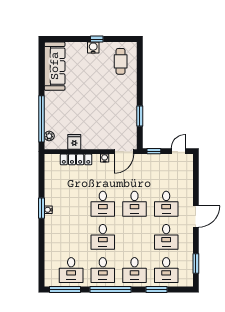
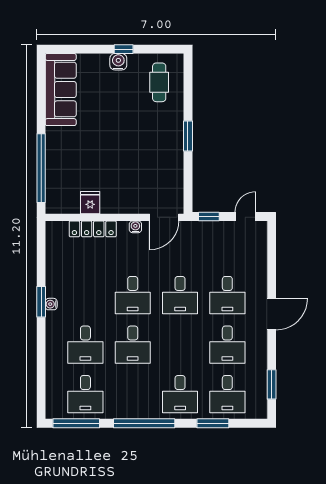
window: (140, 116) -> (188, 136), moved
plant: (49, 136) -> (53, 194), removed
desk: (103, 270) -> (85, 345), moved

